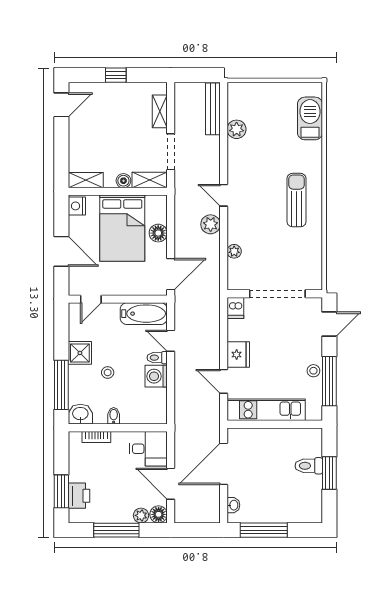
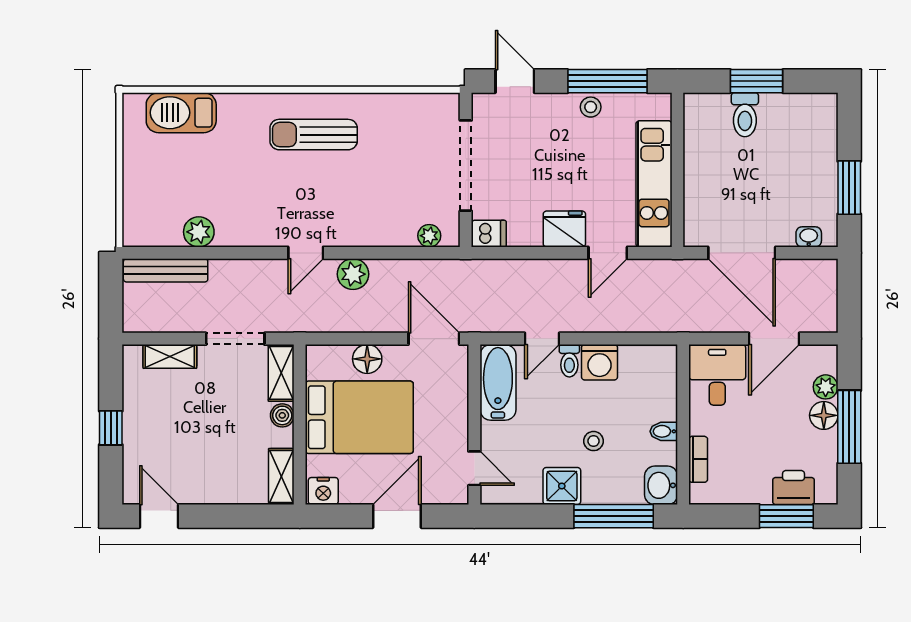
plant: (234, 251) -> (429, 236), moved
floor lamp: (159, 514) -> (824, 415), moved
window: (264, 530) -> (849, 188), width x0.69

